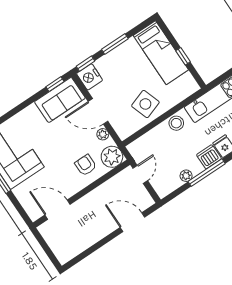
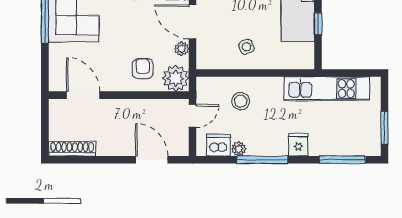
side table: (145, 104) -> (246, 47), width x0.54, depth x0.54
stool: (176, 123) -> (241, 101), moved
dishwasher: (209, 157) -> (218, 145), moved
shoe rack: (74, 251) -> (72, 149), added

